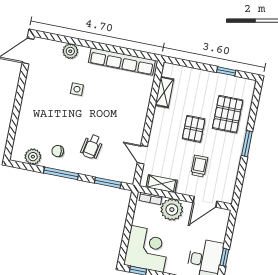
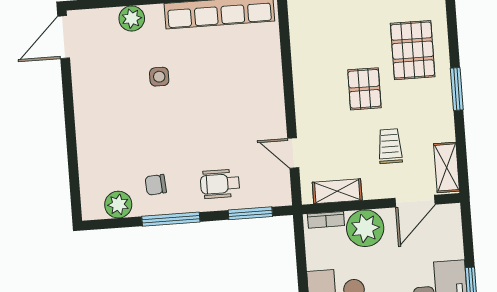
shelving: (164, 92) -> (447, 167), moved
wheelchair: (92, 146) -> (220, 184), moved, turned 79

